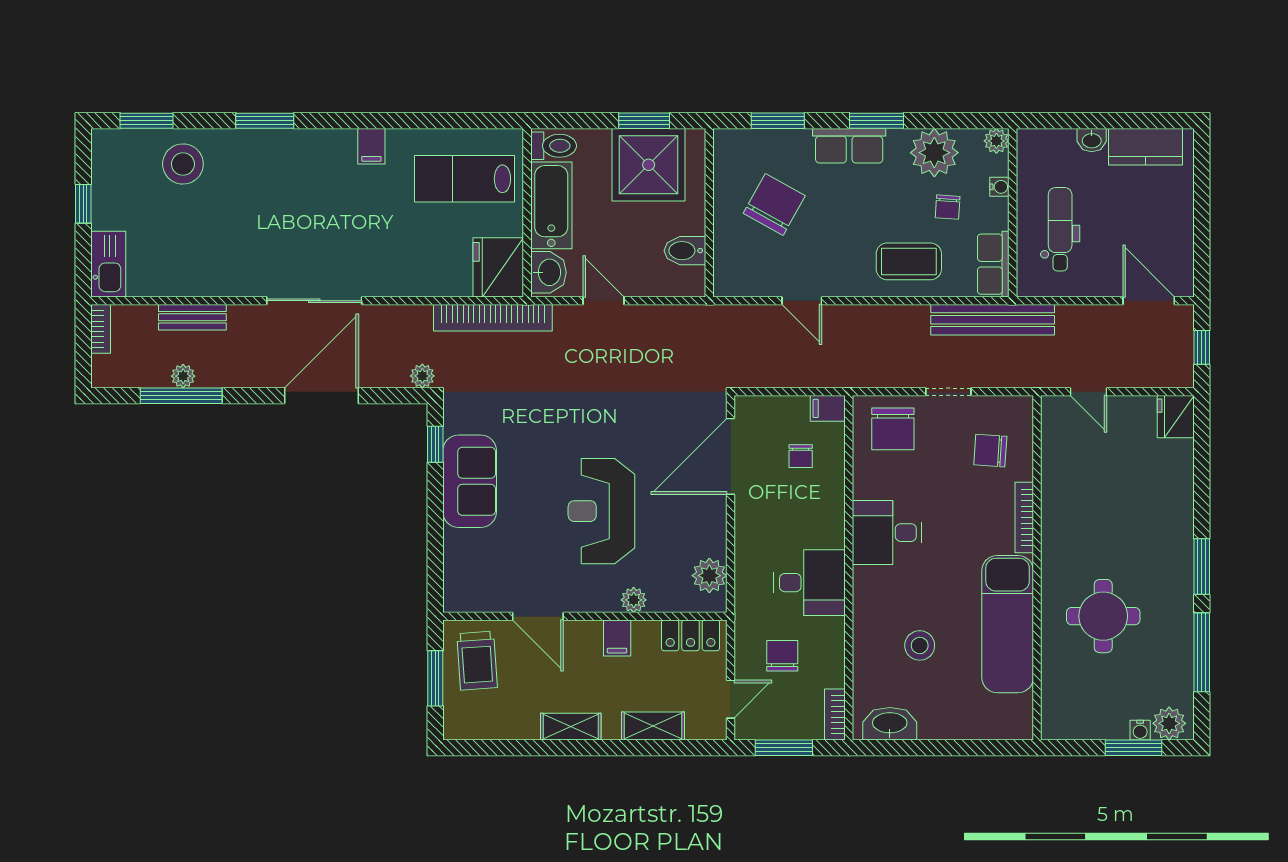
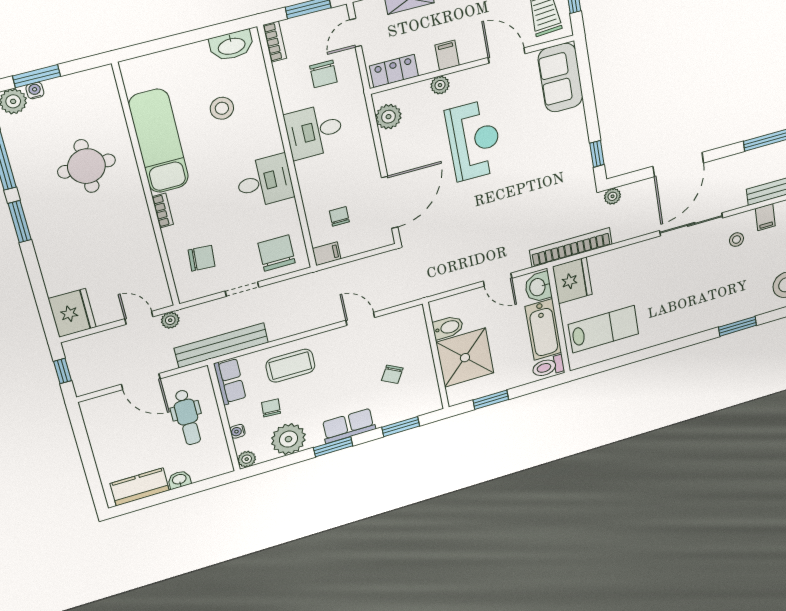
filing cabinet: (371, 146) -> (765, 217), moved, turned 180
shower: (649, 165) -> (465, 358), moved
chair: (774, 204) -> (392, 374), width x0.54, depth x0.54
stool: (250, 257) -> (736, 240), added
door: (1149, 301) -> (141, 382), moved
plant: (183, 376) -> (170, 320), moved
fridge: (1176, 417) -> (72, 313), width x1.36, depth x1.34
sofa: (470, 481) -> (560, 78), moved
bookcase: (1024, 517) -> (163, 211), width x0.64

